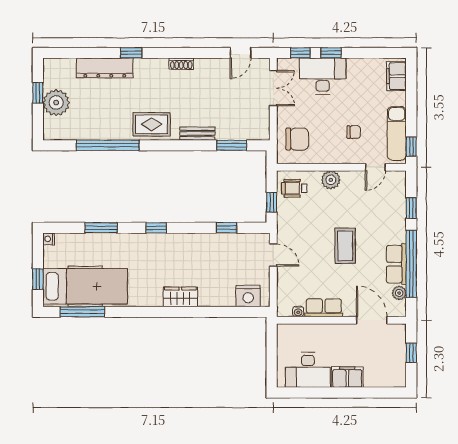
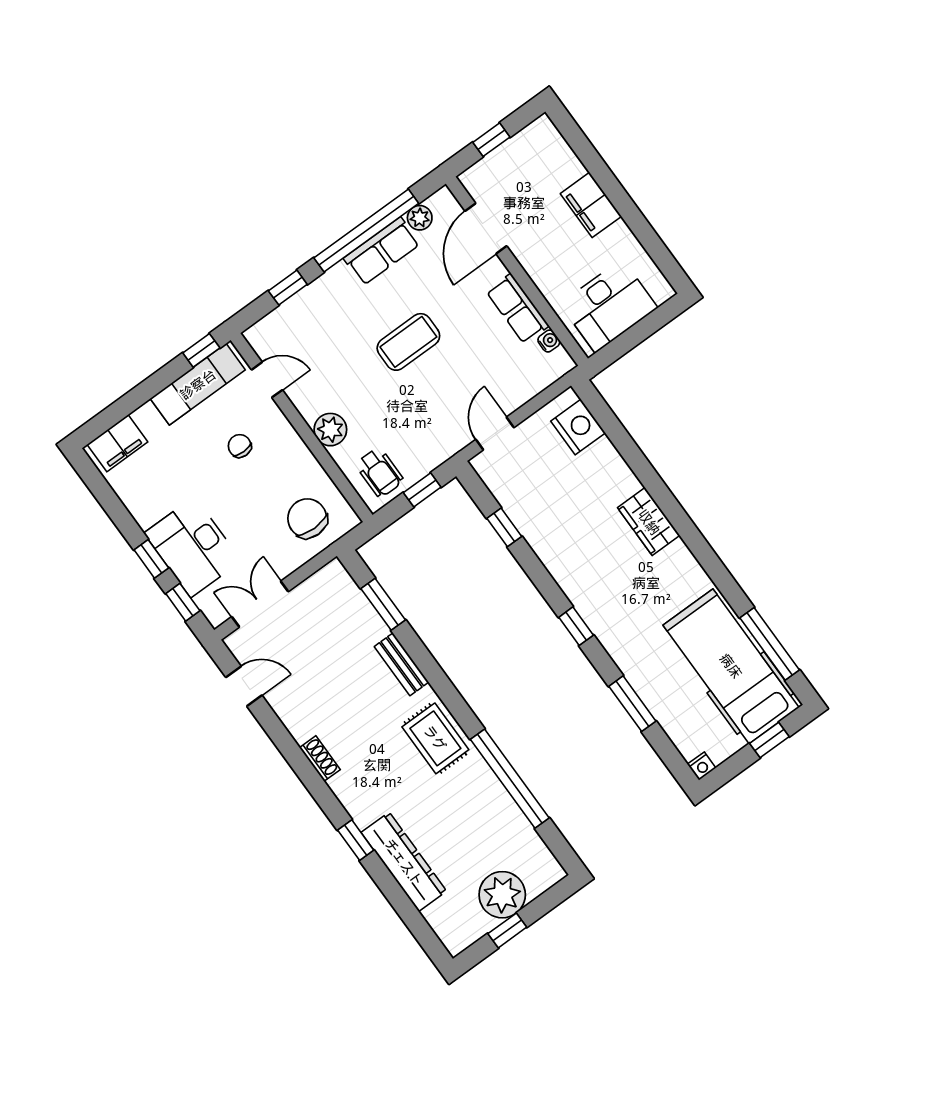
desk: (308, 370) -> (609, 306), moved, turned 90

